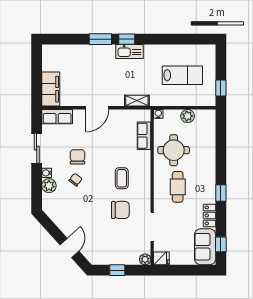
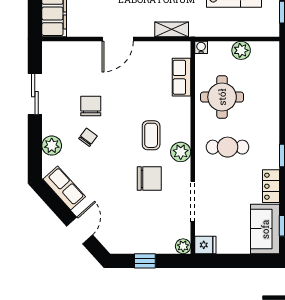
row of seats: (57, 117) -> (64, 188), moved, turned -132
water cooler: (47, 173) -> (48, 128), removed
cafe table: (178, 187) -> (228, 147), turned 90
plant: (143, 190) -> (181, 152), added

